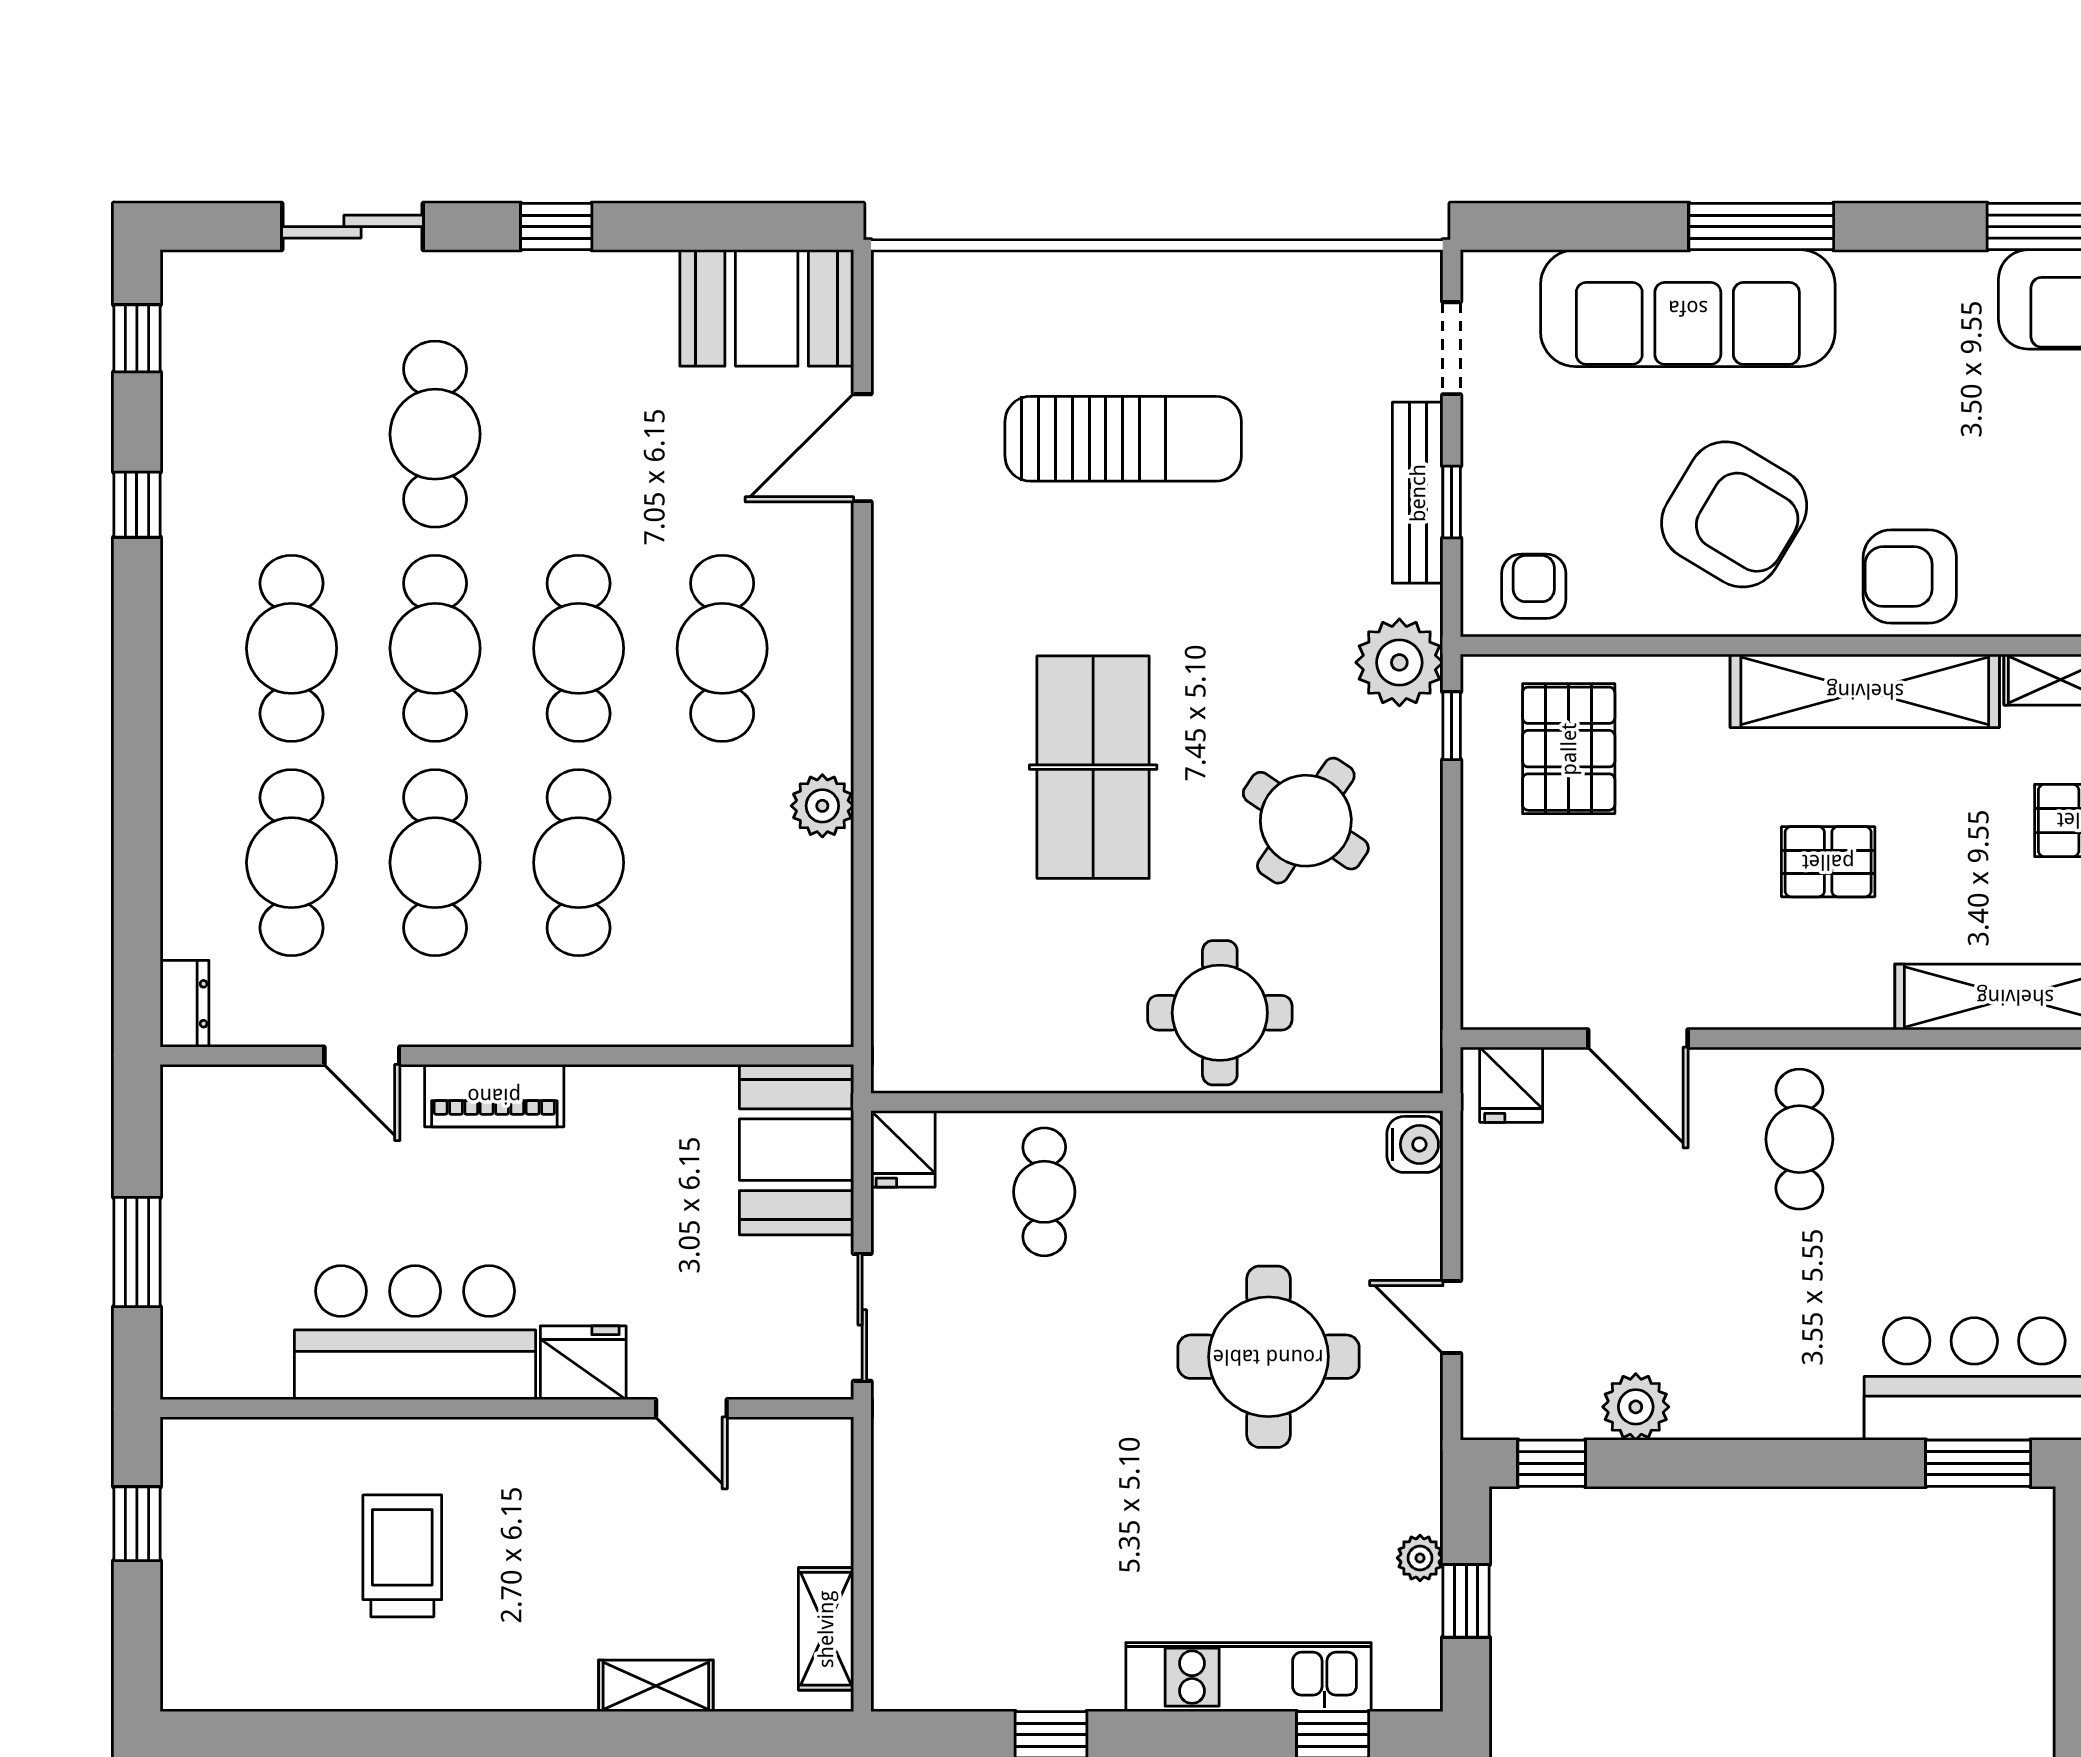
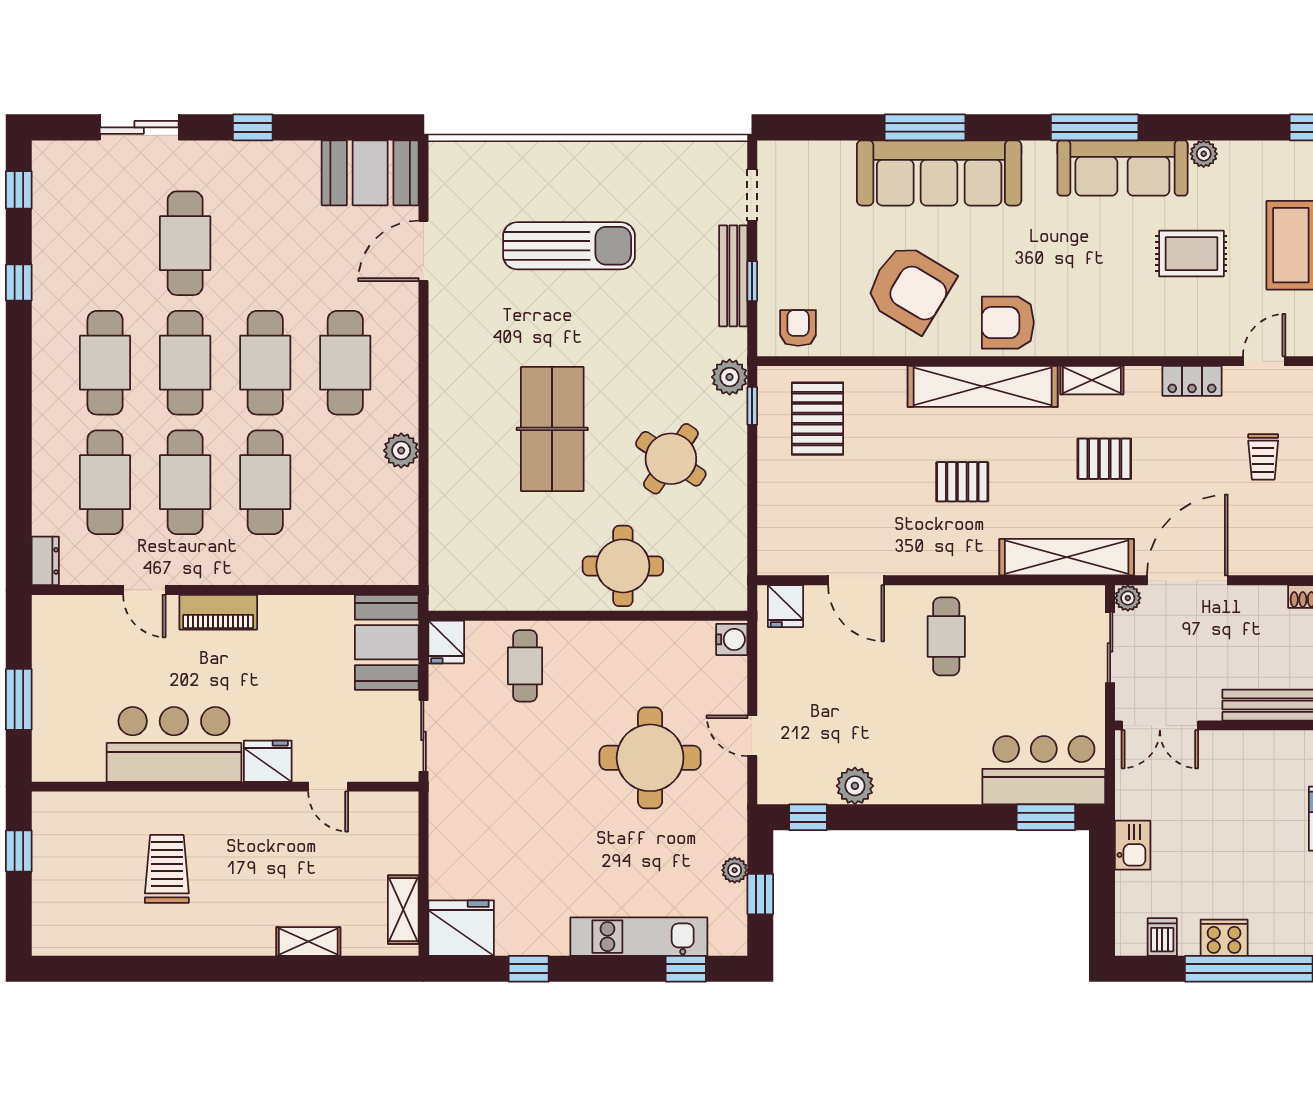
sofa: (1688, 308) -> (939, 173), moved
plant: (1399, 662) -> (730, 377), width x0.73, depth x0.73
fridge: (930, 1662) -> (461, 928), added

